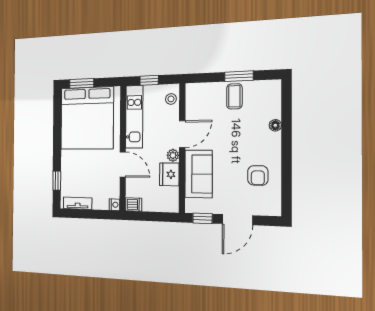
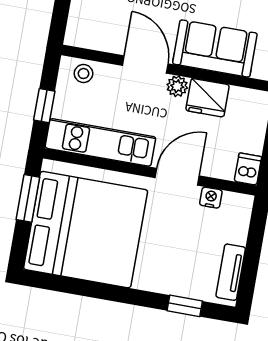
window: (82, 83) -> (28, 198), moved
nightstand: (115, 205) -> (211, 198), moved

